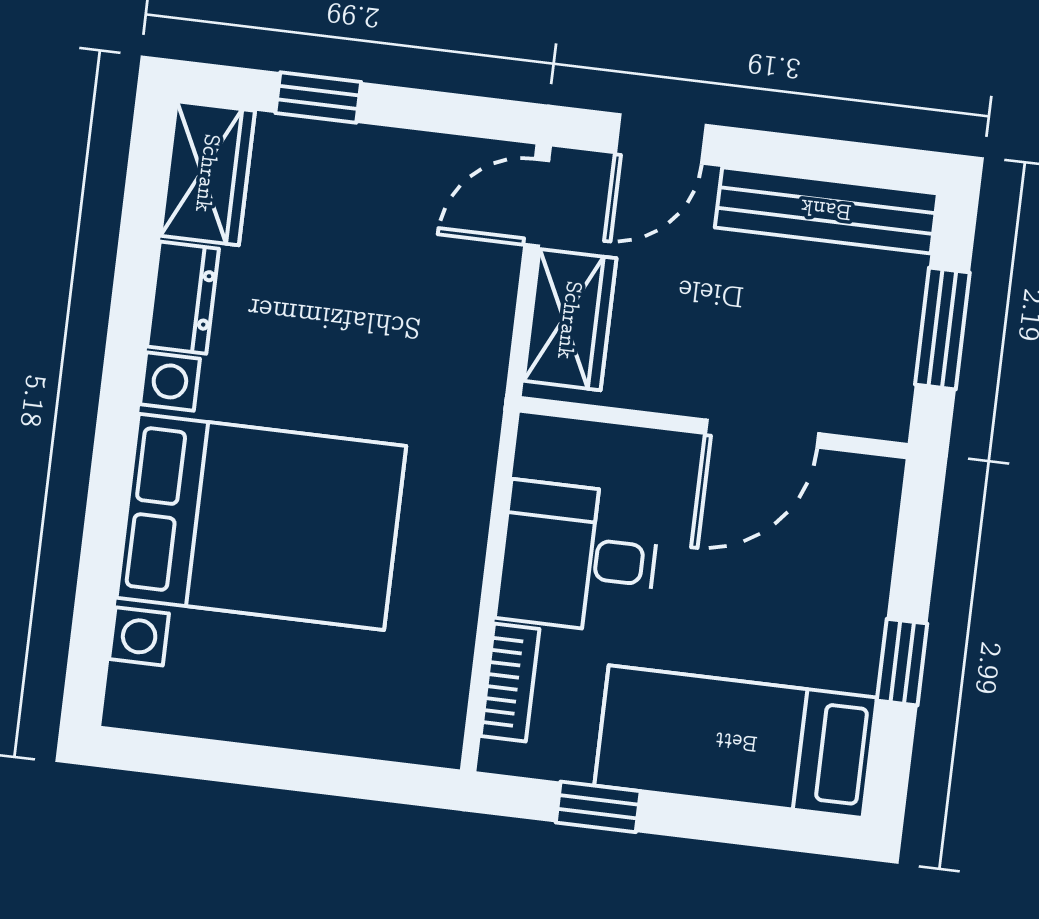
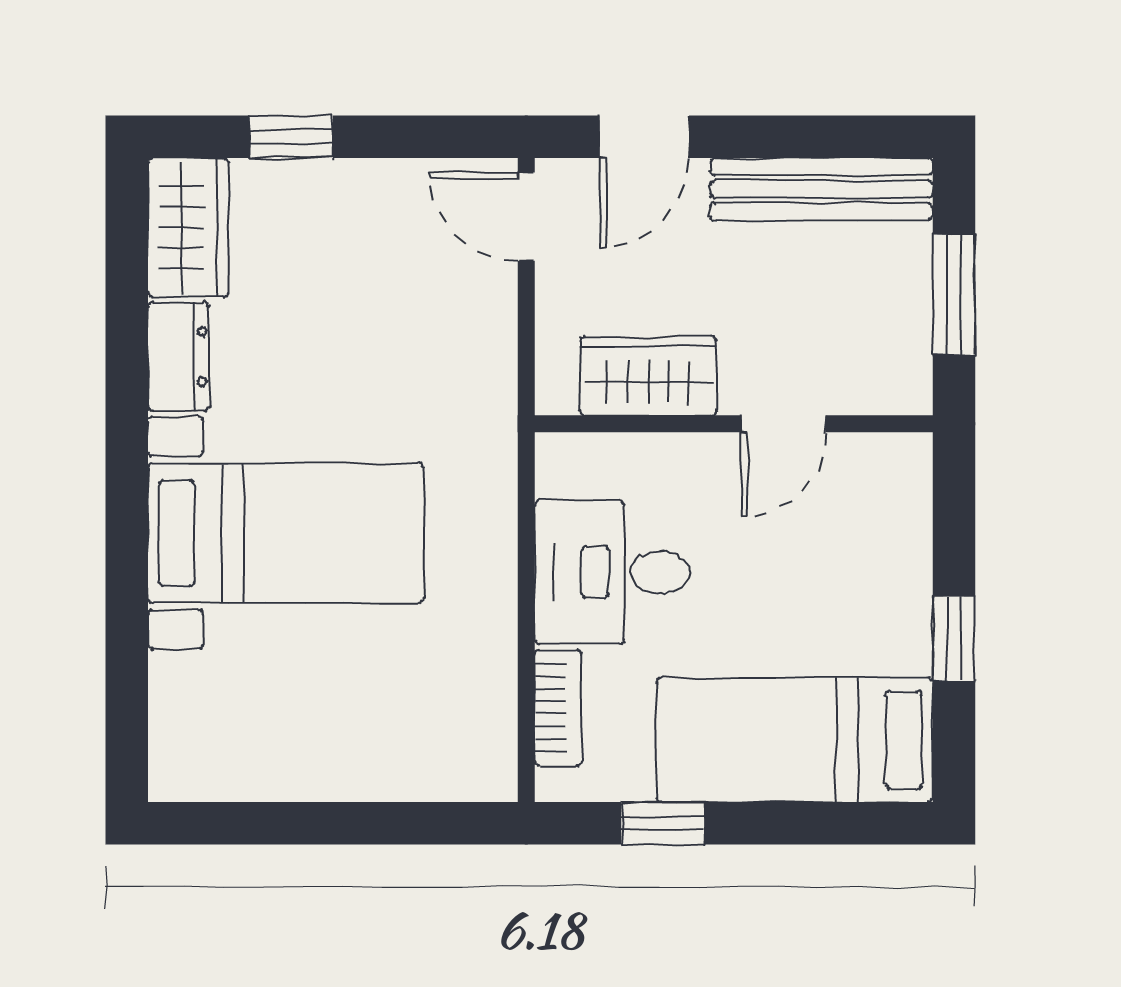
door: (537, 203) -> (526, 217), hinge flipped
wardrobe: (570, 320) -> (648, 376), moved, turned -90
door: (762, 434) -> (783, 424), width x0.73
bed with nightstands: (261, 522) -> (285, 533), width x0.73

